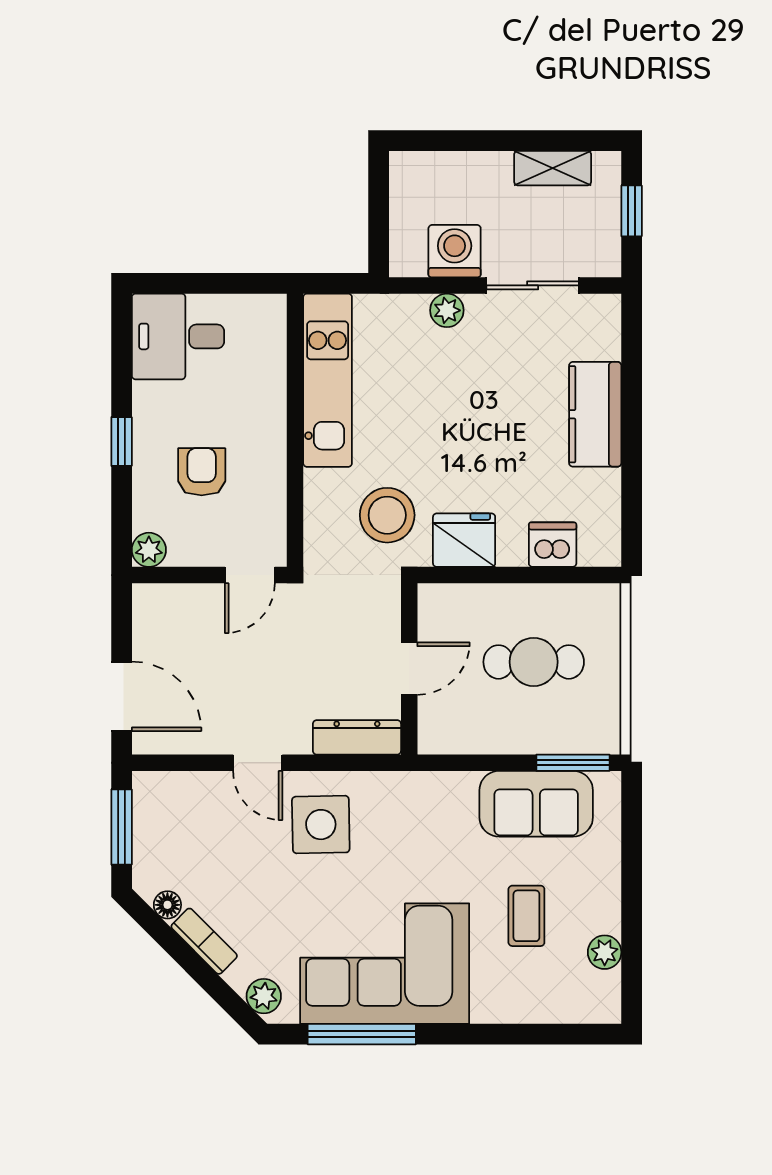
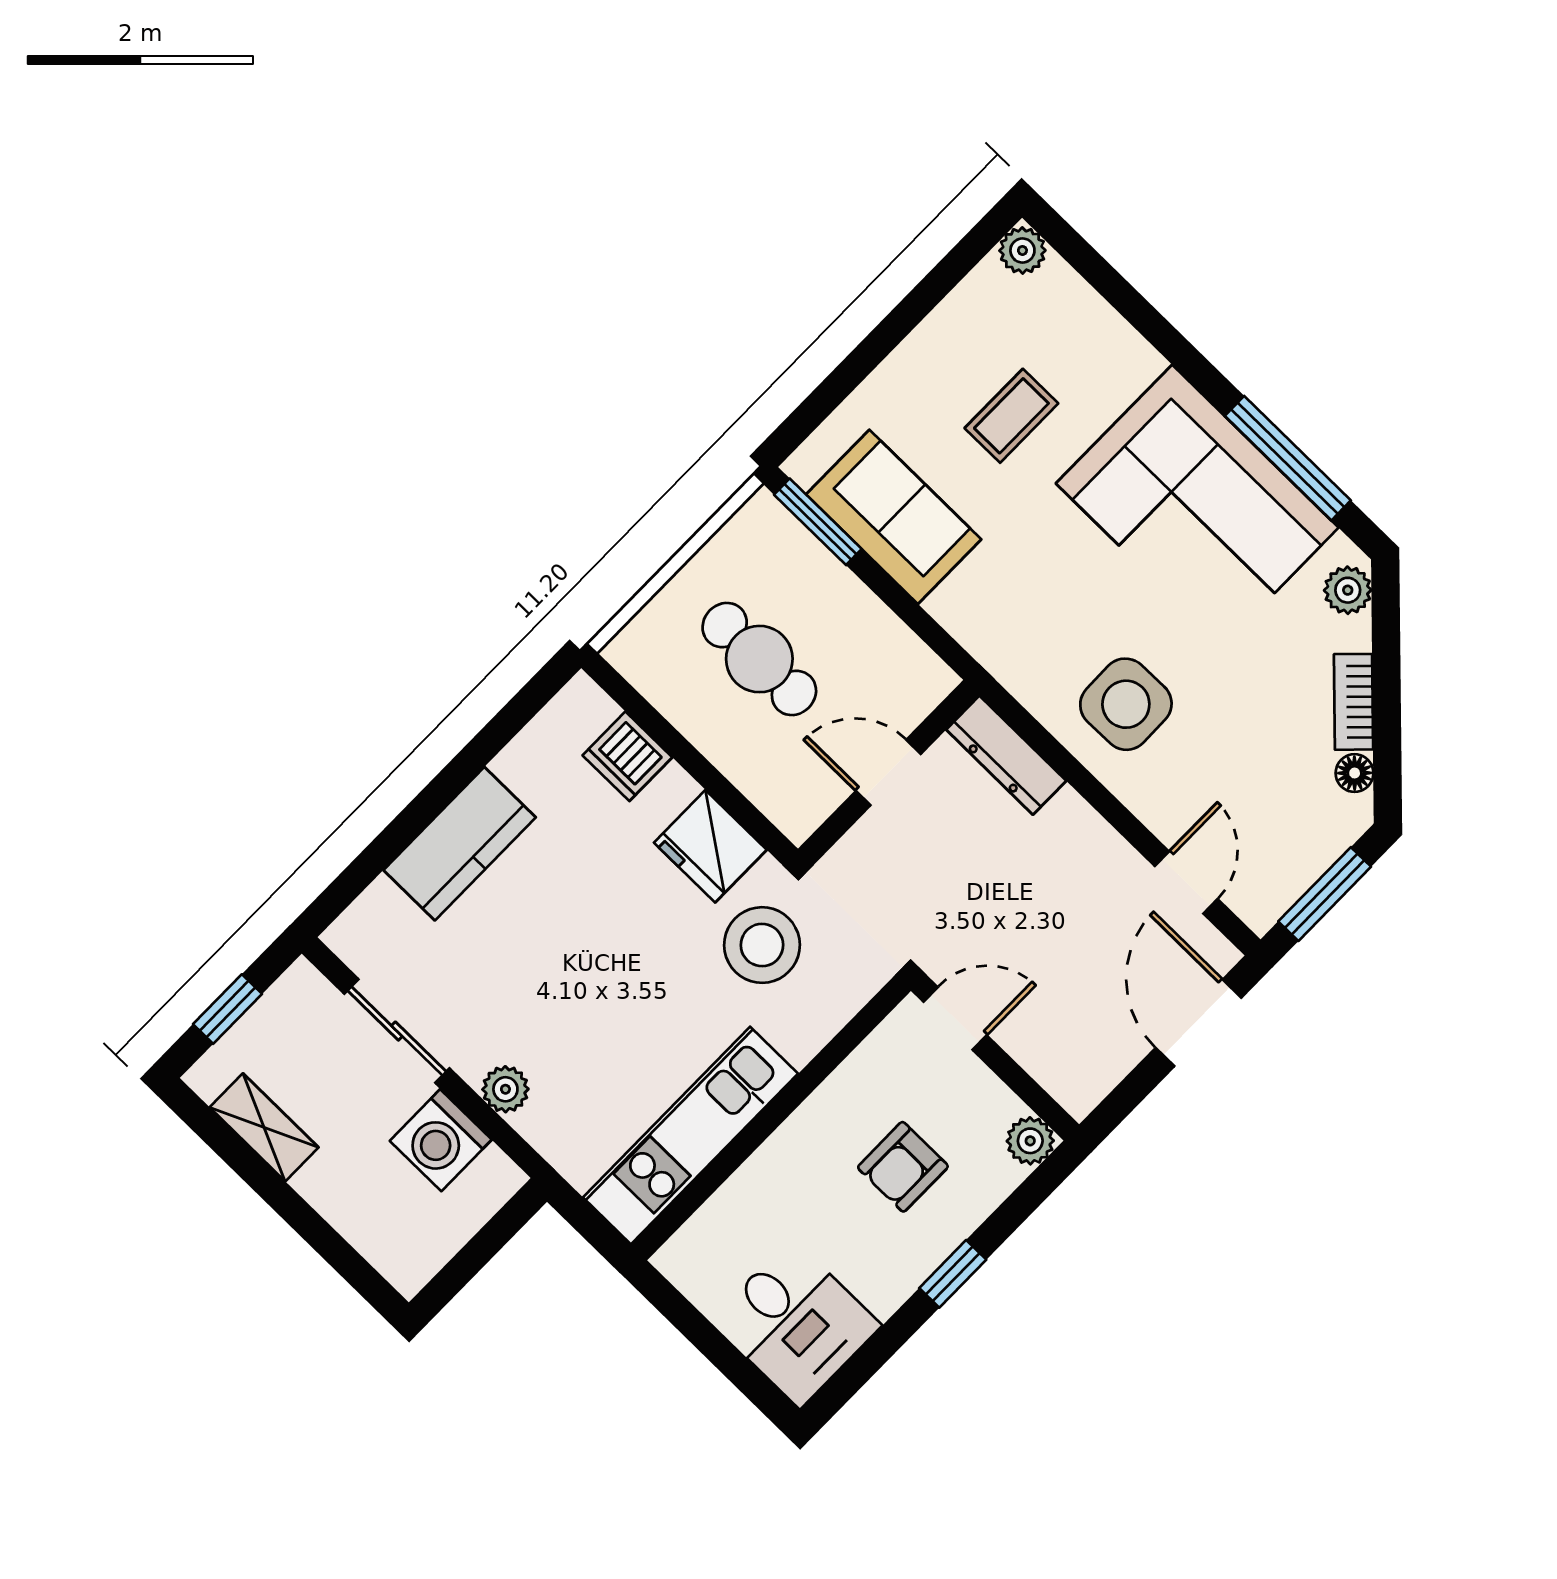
door: (258, 763) -> (1186, 882), moved
plant: (605, 952) -> (1022, 250), moved

